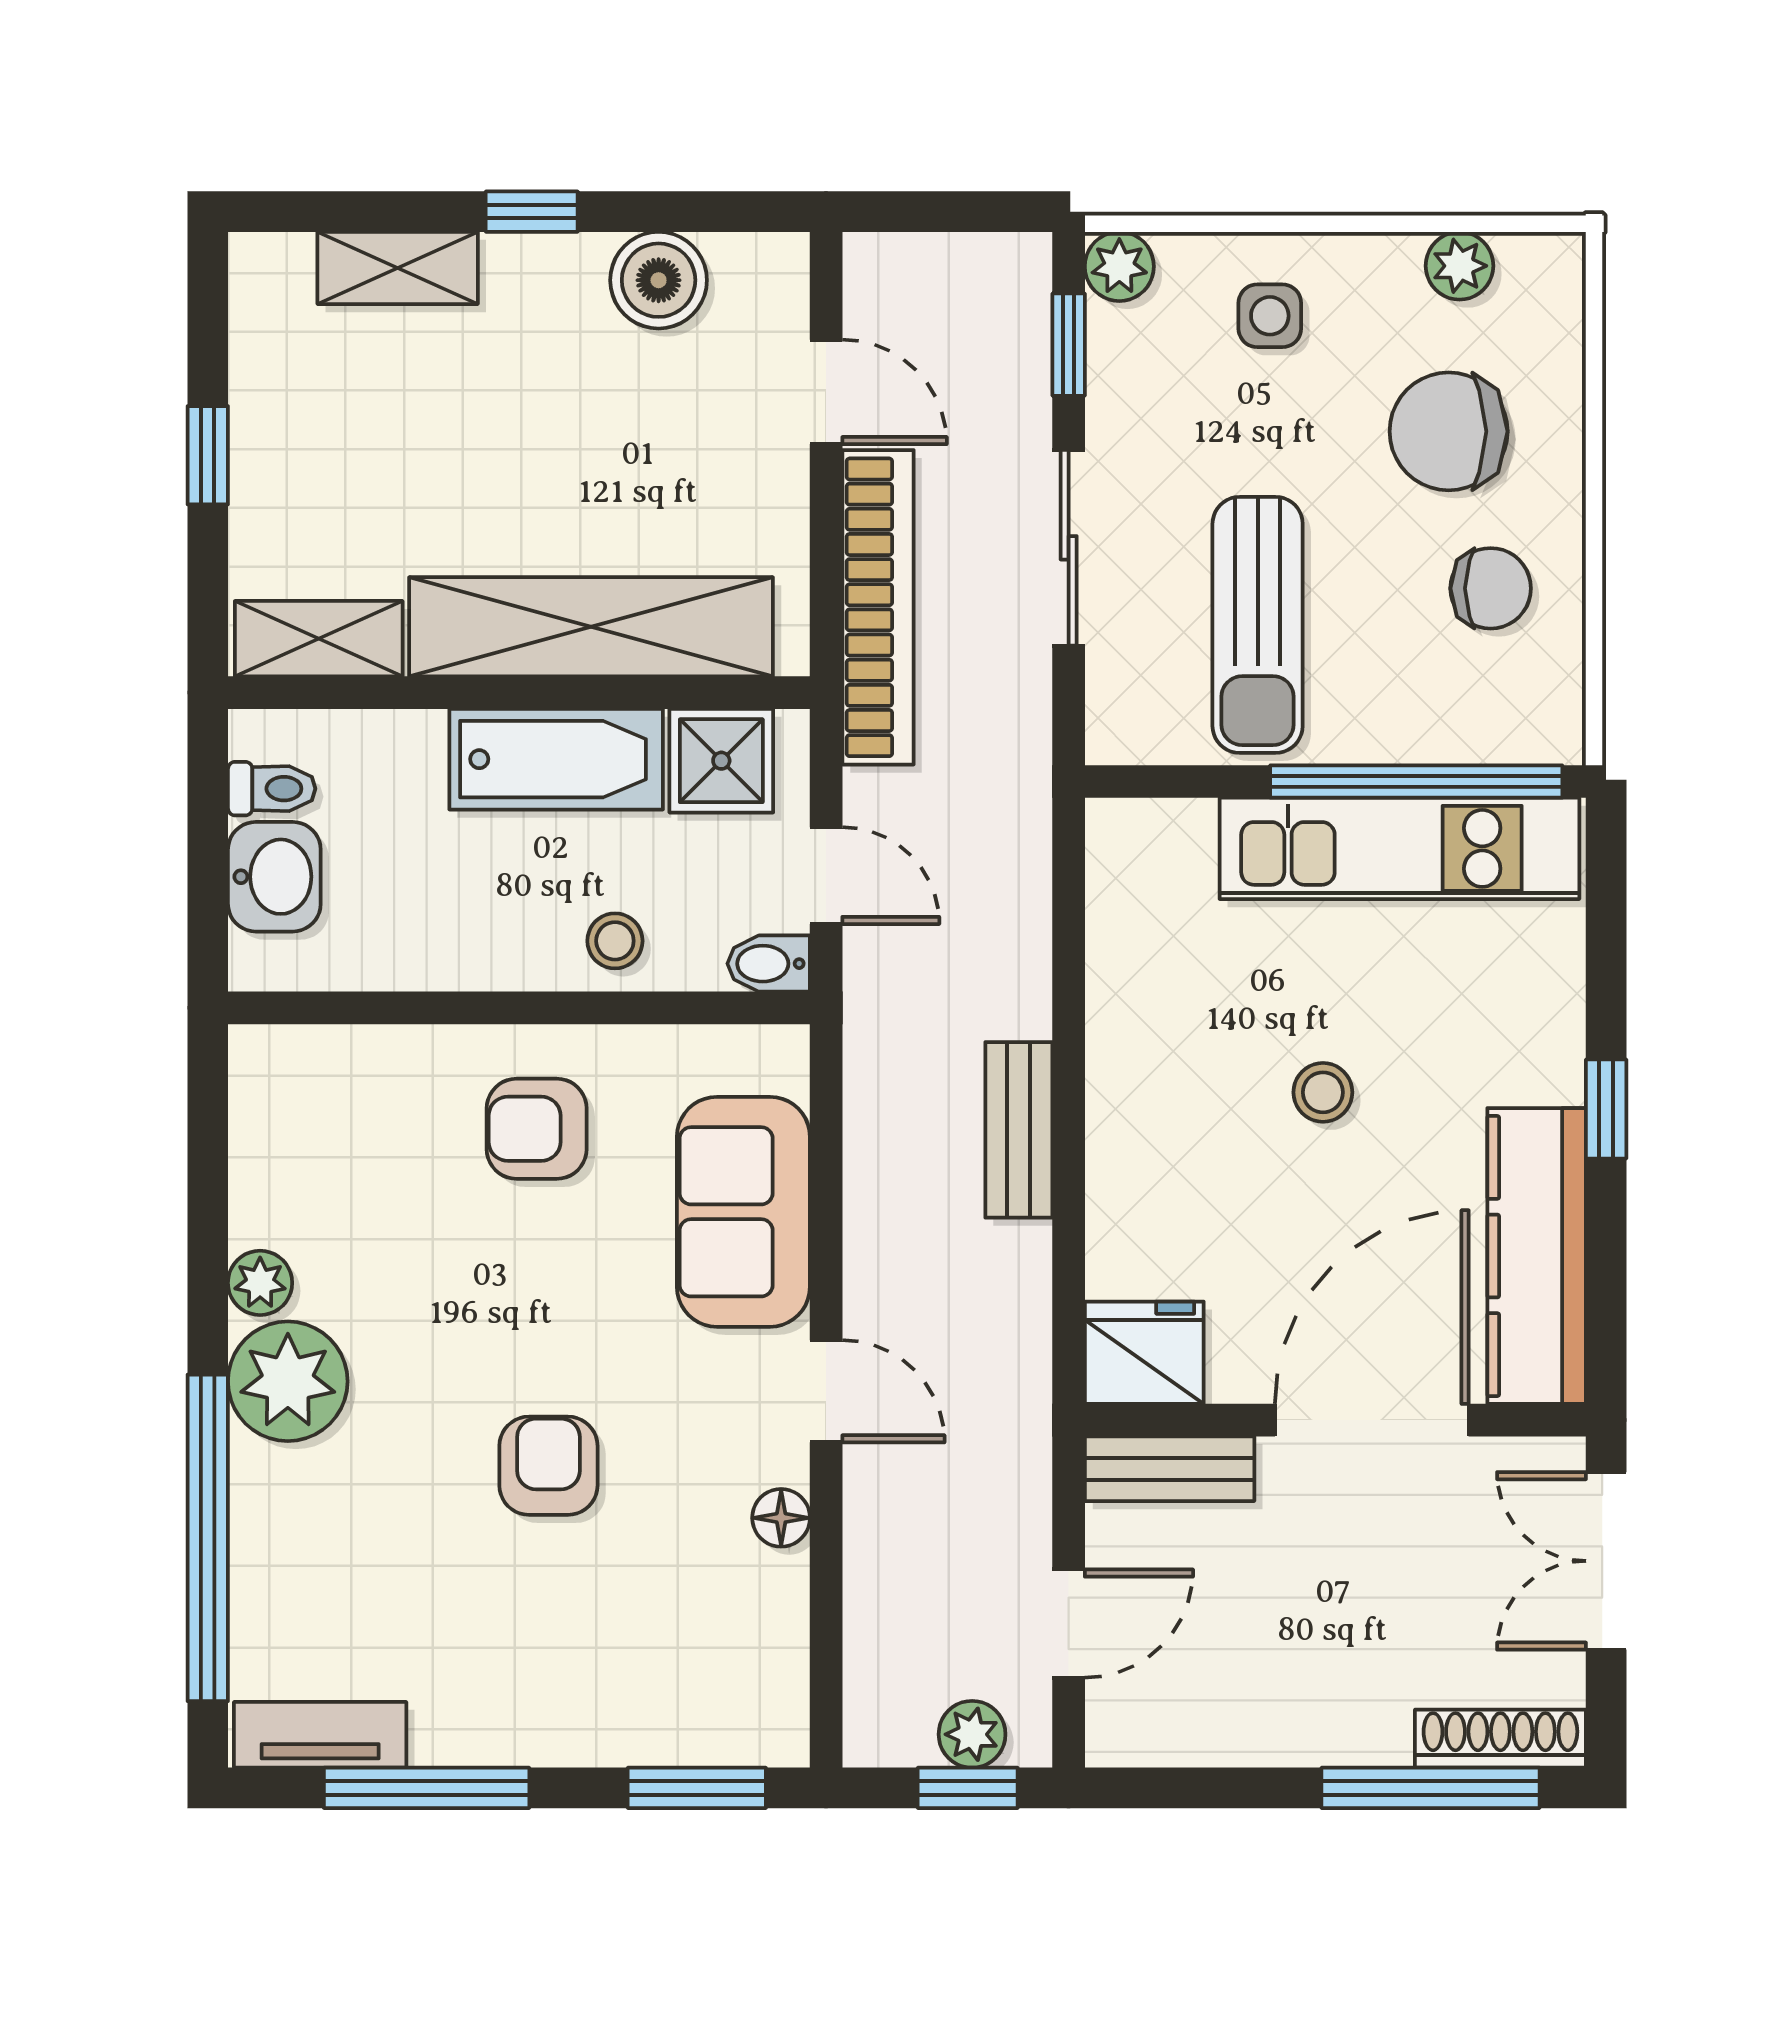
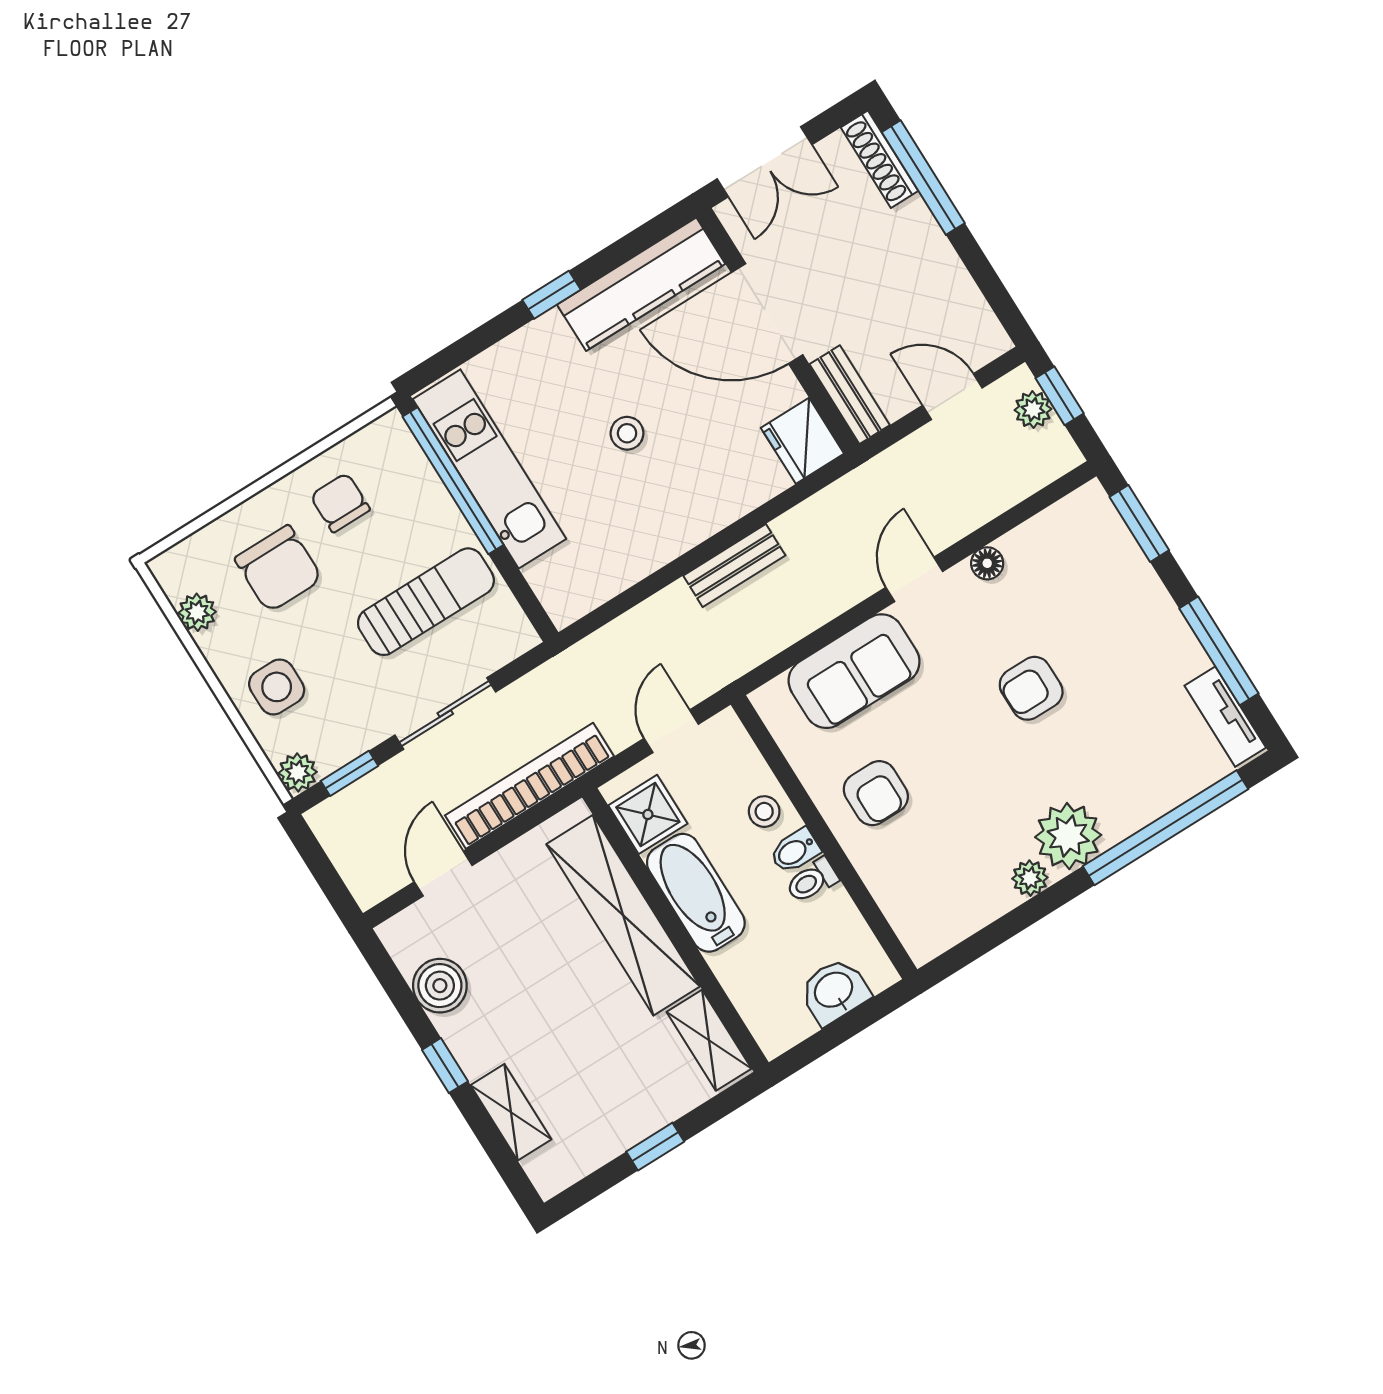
side table: (1270, 316) -> (277, 687), width x1.37, depth x1.37
toilet: (272, 789) -> (812, 880), moved, turned -90
bidet: (769, 964) -> (795, 851), moved, turned 90

